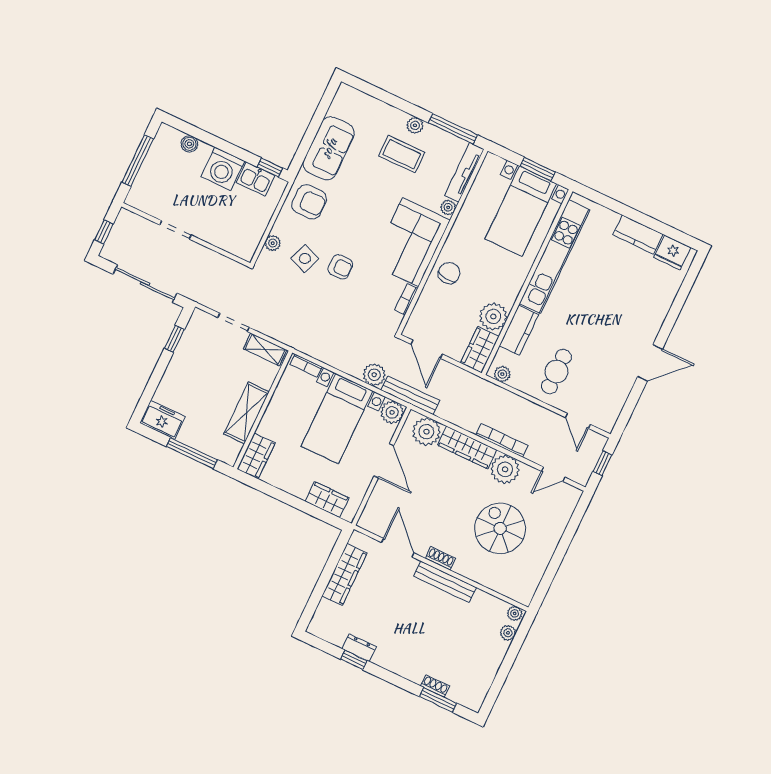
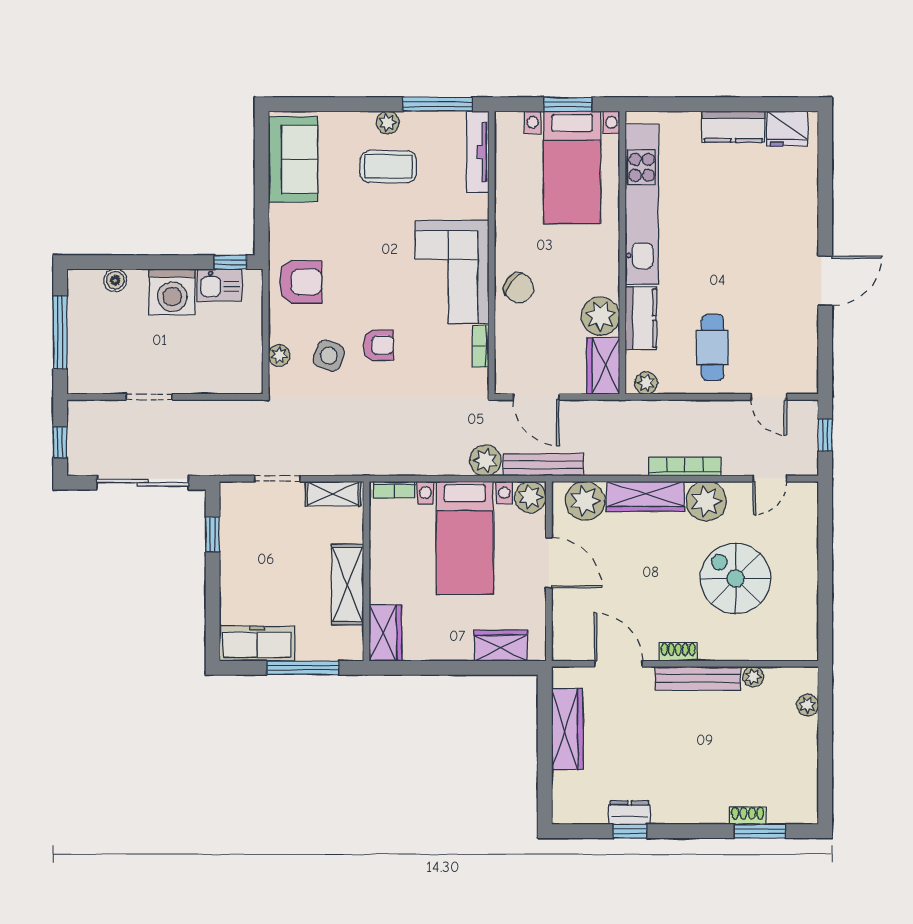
sofa: (329, 148) -> (293, 159), moved
plant: (448, 207) -> (478, 206), removed
chair: (449, 273) -> (519, 288), turned 123
freezer: (163, 420) -> (257, 643), width x1.40
plant: (515, 613) -> (753, 677), moved

